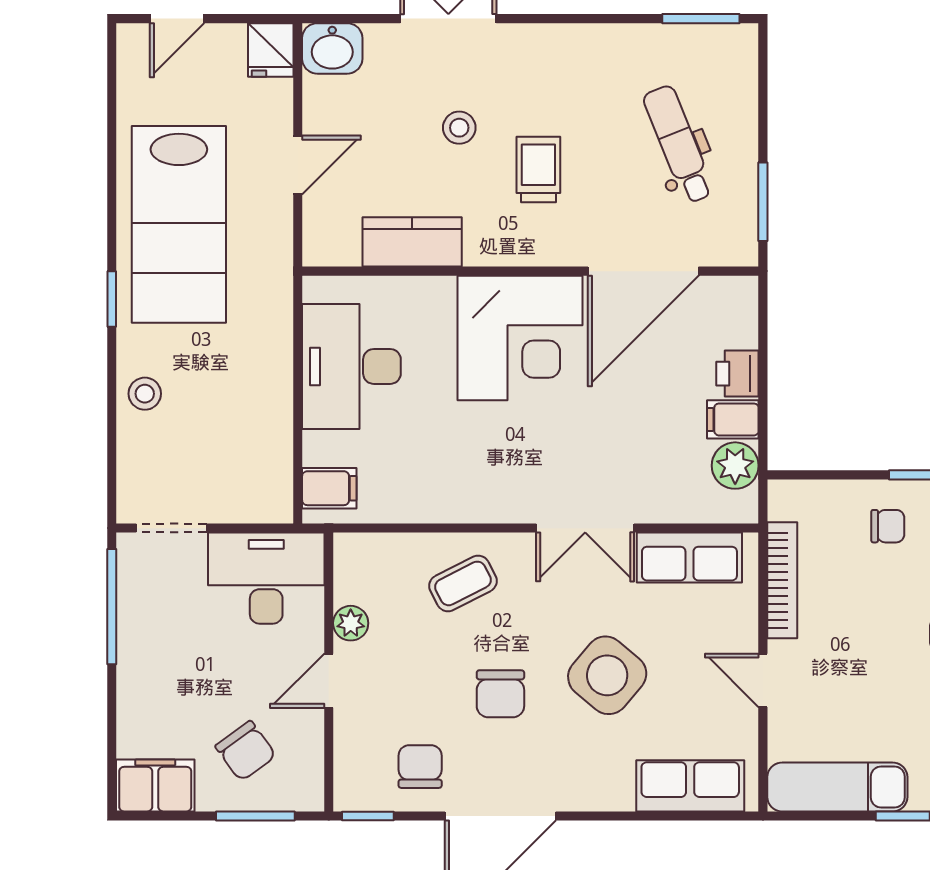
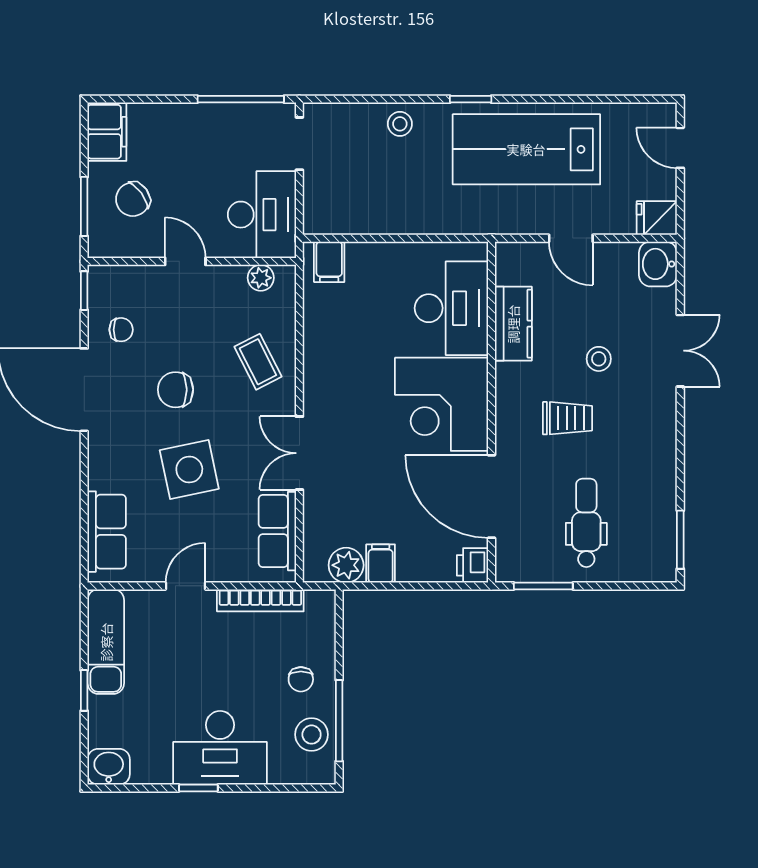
dental chair: (679, 144) -> (586, 523), turned -68
desk: (351, 366) -> (451, 308), moved, turned 90
printer: (737, 374) -> (472, 565), moved, turned -90
plant: (351, 623) -> (261, 278), moved
side table: (607, 675) -> (189, 470), turned 38
chair: (420, 767) -> (121, 330), width x0.73, depth x0.73

